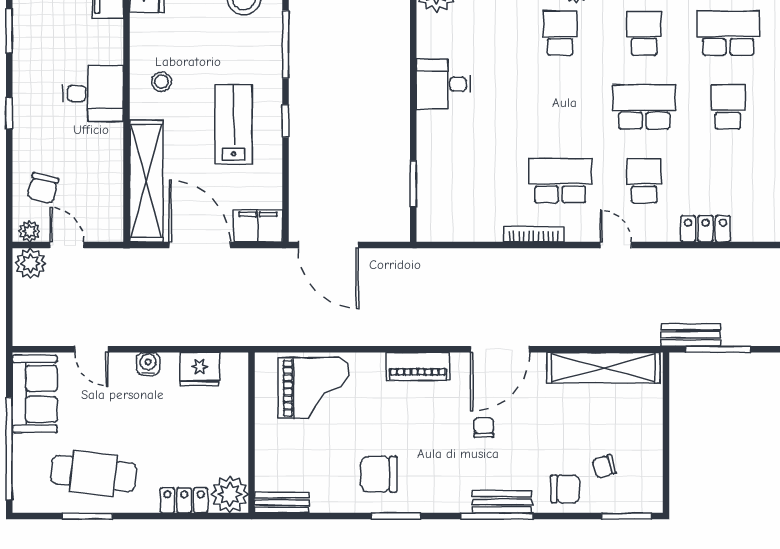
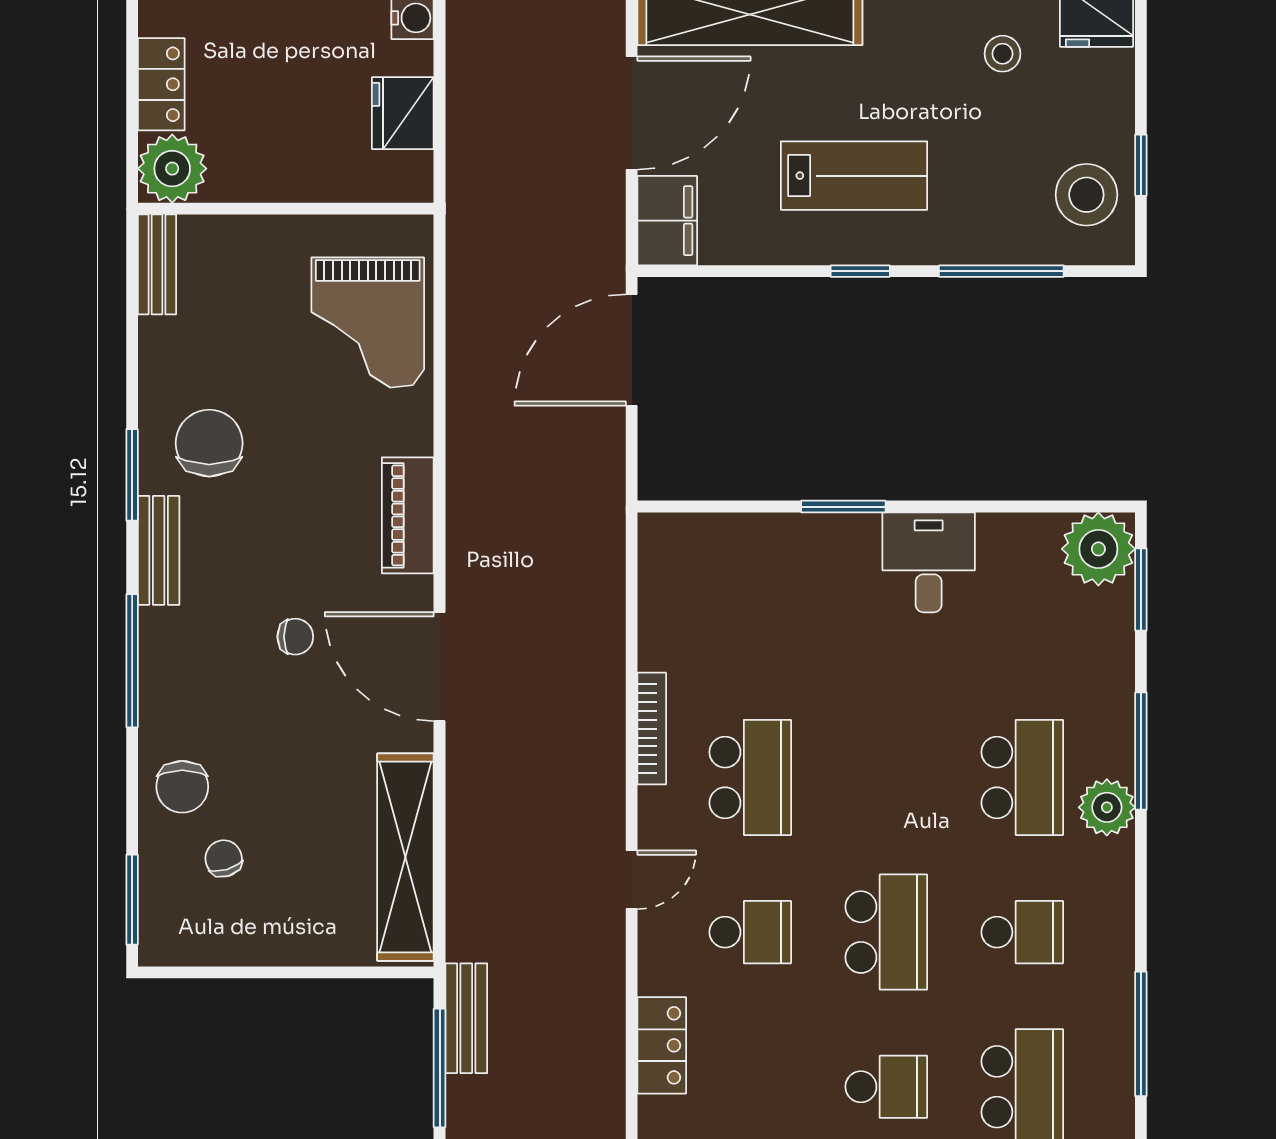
school desk: (560, 33) -> (1022, 777), width x1.85
stool: (162, 82) -> (1002, 54), moved
window: (413, 184) -> (843, 507), moved
bench: (502, 502) -> (159, 550), moved

